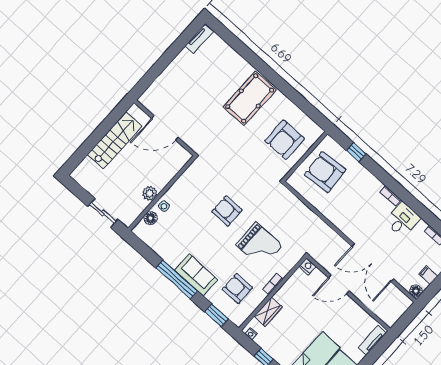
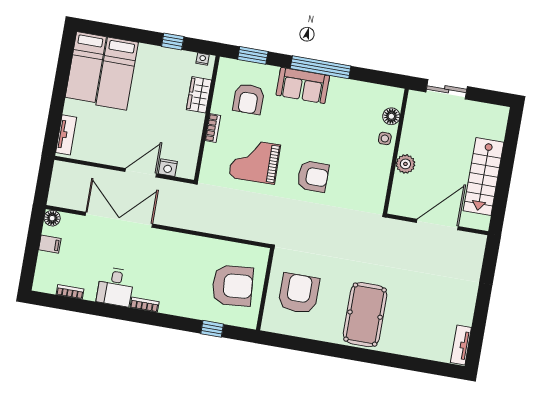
plant: (150, 193) -> (405, 164), moved
nightstand: (308, 266) -> (168, 168), moved
armchair: (237, 288) -> (249, 99), turned 90

